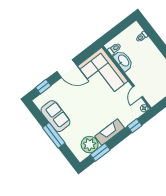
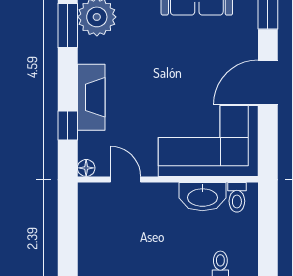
fireplace: (110, 132) -> (91, 97), moved

